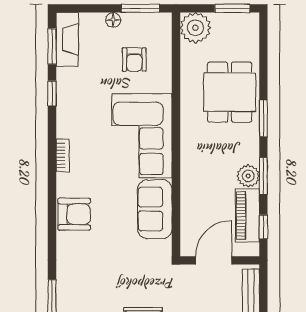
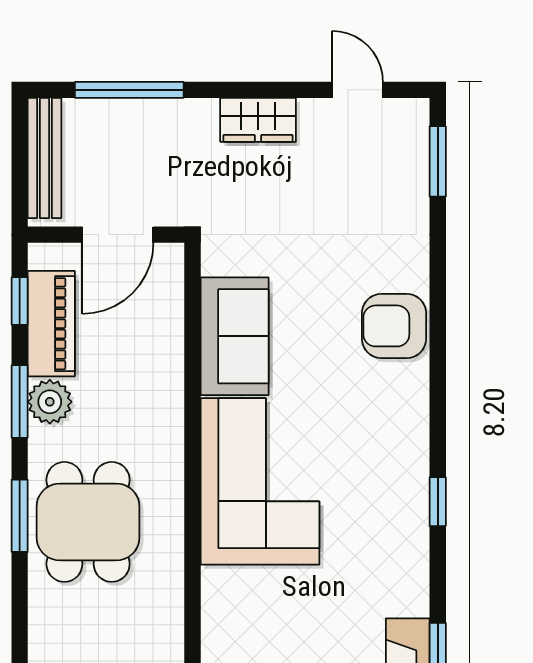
armchair: (134, 60) -> (275, 632), removed
dining table: (230, 92) -> (88, 522), moved
window: (52, 93) -> (438, 502), moved
bookcase: (63, 155) -> (417, 442), removed

